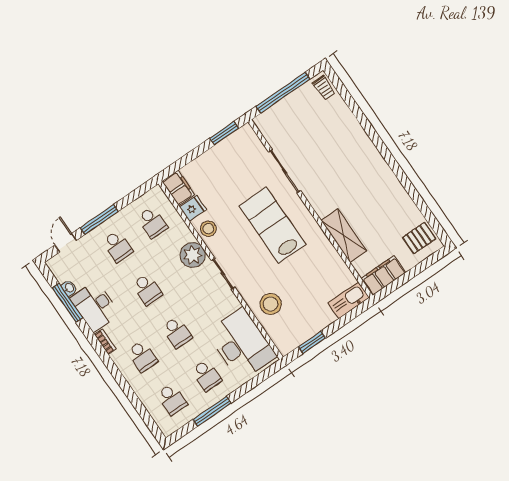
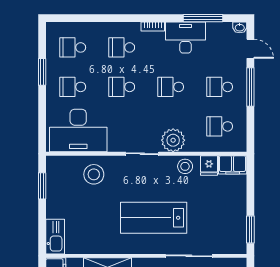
lab bench: (272, 225) -> (154, 218), turned 180
washbasin: (69, 288) -> (240, 27), moved
window: (212, 411) -> (42, 72), width x0.69

